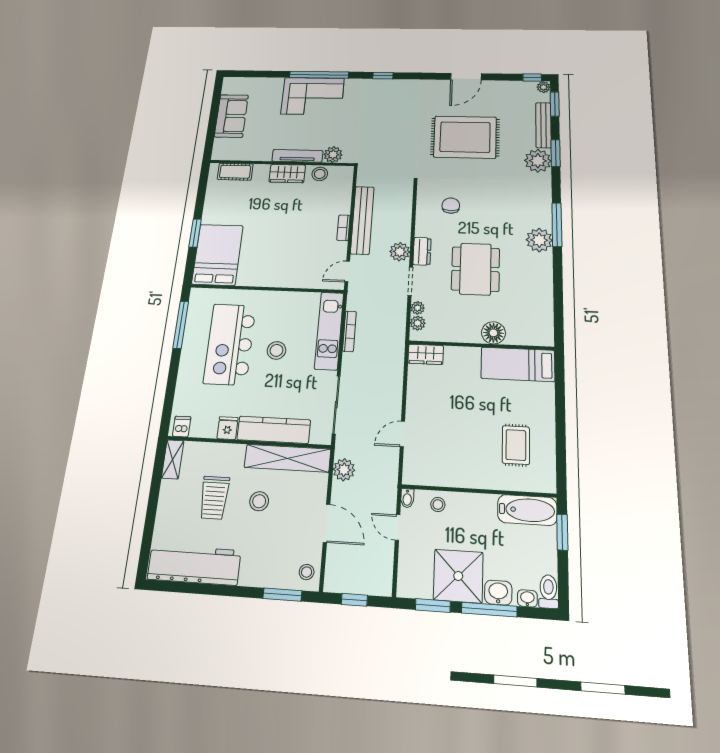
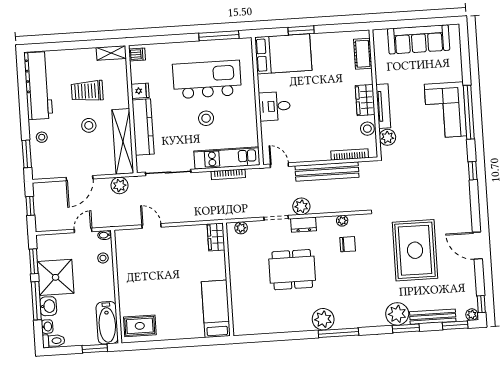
sofa: (231, 116) -> (419, 39), width x1.36
bookcase: (343, 228) -> (350, 154), moved, width x1.56
desk: (276, 270) -> (275, 106), added
plant: (418, 308) -> (342, 221), moved
floor lamp: (493, 333) -> (239, 288), removed
rug: (516, 445) -> (140, 326), moved
stool: (307, 572) -> (42, 137), moved

